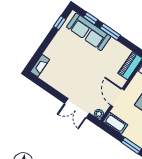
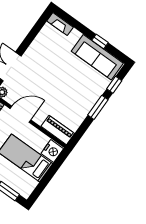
window: (60, 23) -> (100, 41), moved
sofa: (89, 32) -> (97, 57), moved, turned -90

